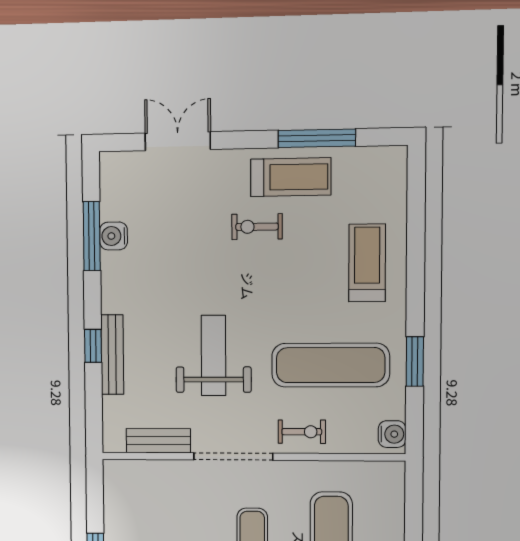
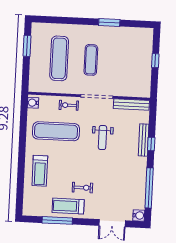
window: (92, 236) -> (149, 188), width x1.46
water cooler: (114, 236) -> (139, 215), moved
weight bench: (213, 355) -> (102, 138), width x0.73, depth x0.75
window: (415, 361) -> (23, 131), removed
bench: (158, 441) -> (131, 104), width x1.36

